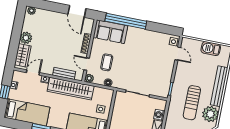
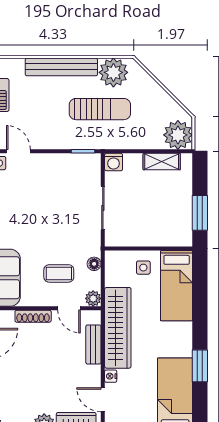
door: (178, 54) -> (18, 151), hinge flipped
door: (87, 64) -> (69, 308), hinge flipped
washing machine: (159, 115) -> (114, 162), moved

